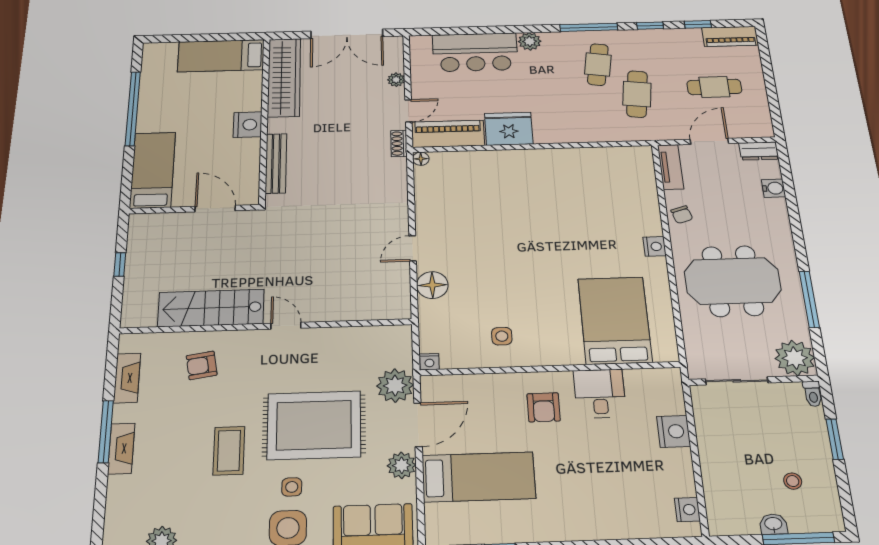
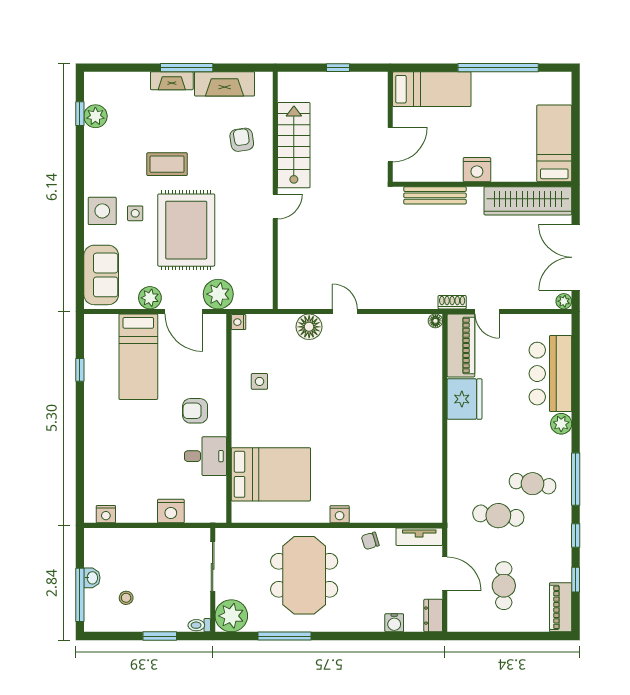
plant: (396, 80) -> (564, 301), moved
fireplace: (127, 378) -> (225, 84), width x1.37, depth x1.32

